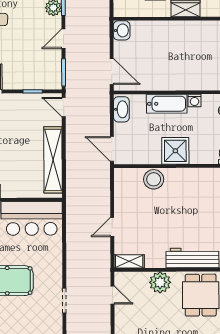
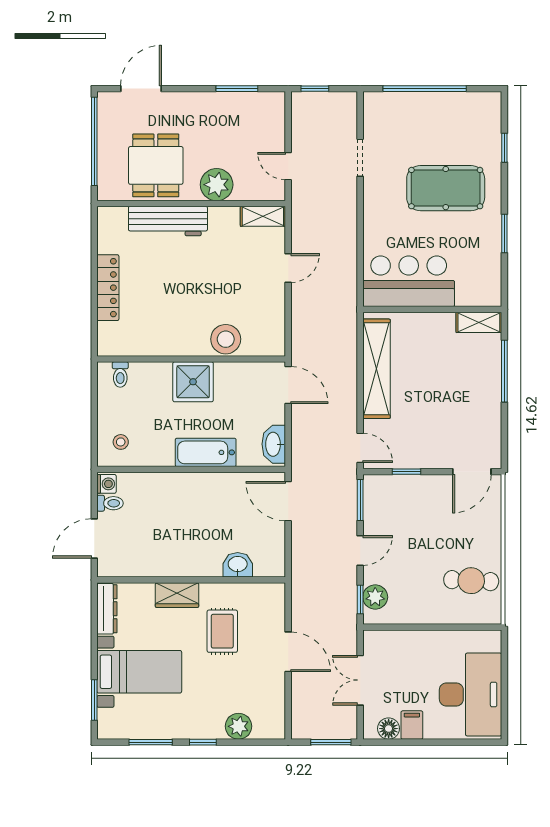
washbasin: (122, 30) -> (238, 565), moved, turned 90
washing machine: (195, 100) -> (164, 457), removed

